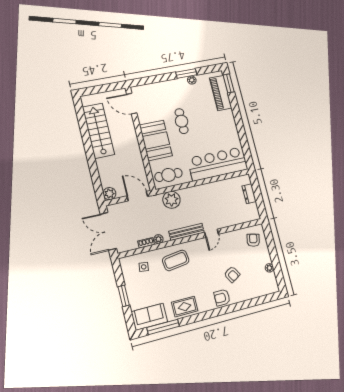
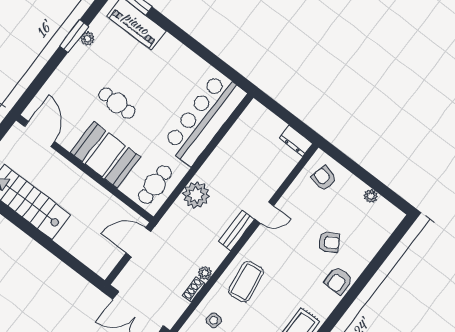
door: (132, 104) -> (40, 134), swing flipped
plant: (109, 194) -> (103, 267), removed
dresser: (249, 194) -> (296, 141), moved
plant: (171, 200) -> (196, 195), moved
bench: (187, 232) -> (237, 231), width x0.73
door: (212, 233) -> (264, 213), hinge flipped

